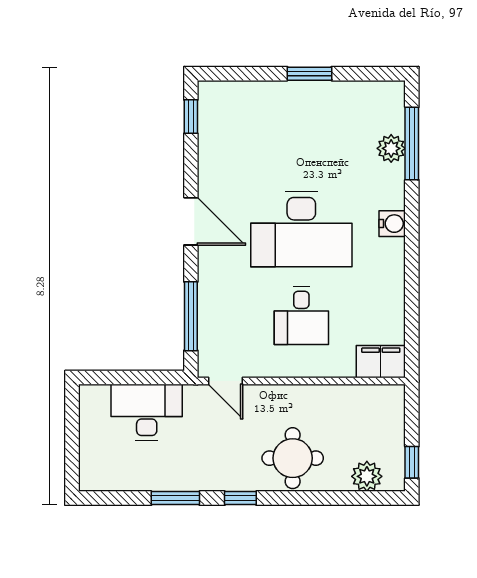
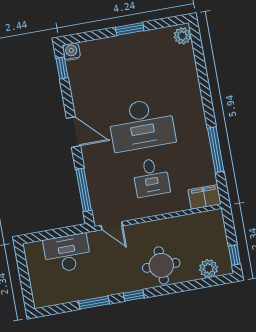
window: (412, 144) -> (216, 150), moved
plant: (391, 148) -> (182, 36), moved
water cooler: (392, 224) -> (71, 52), moved, turned -90

